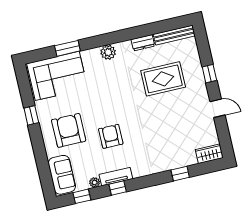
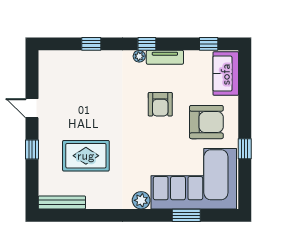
dresser: (143, 43) -> (99, 202), removed
corner sofa: (57, 76) -> (194, 179), width x1.36, depth x1.36
armchair: (69, 130) -> (206, 122), turned -90
wardrobe: (209, 154) -> (53, 59), removed
plant: (95, 182) -> (139, 56), moved
window: (118, 188) -> (147, 44), moved

